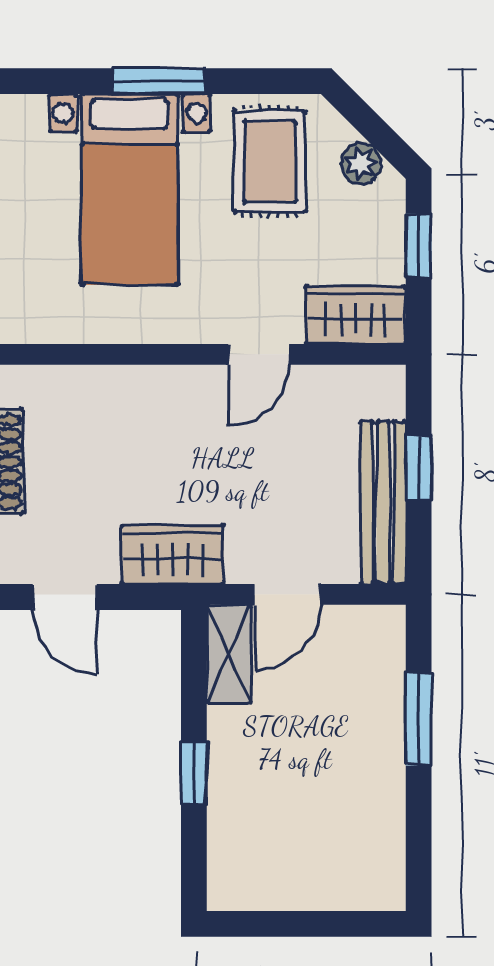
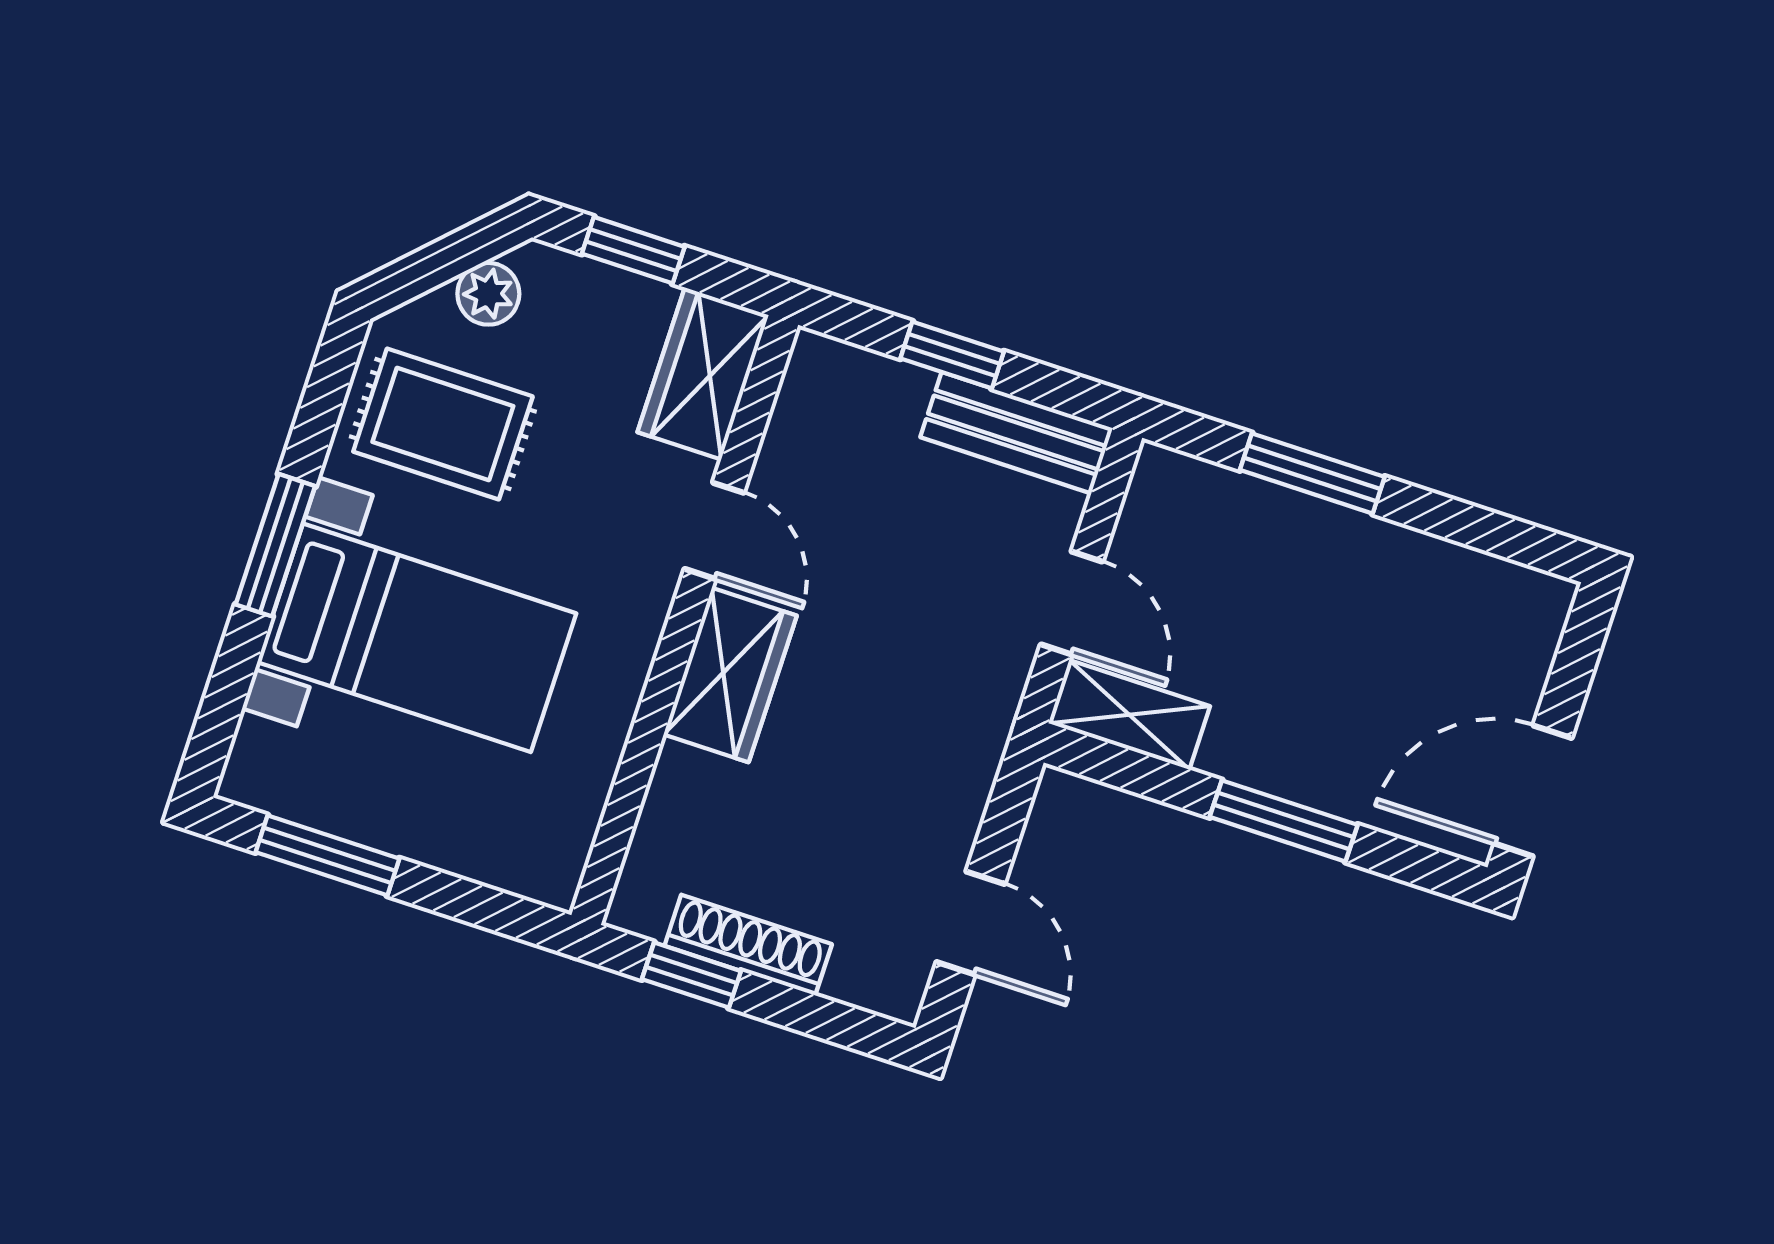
bench: (383, 503) -> (1017, 433), width x0.73
wardrobe: (173, 555) -> (730, 675), moved, turned 180
door: (65, 597) -> (970, 923), hinge flipped
window: (194, 773) -> (1284, 821), width x1.50
door: (264, 924) -> (1533, 791), added

